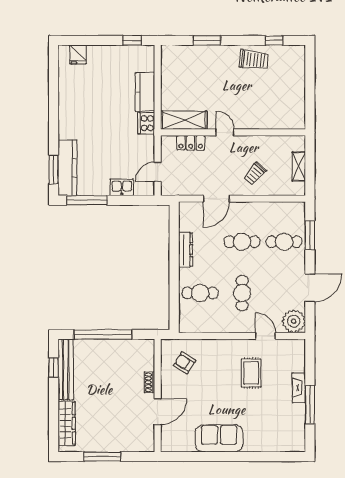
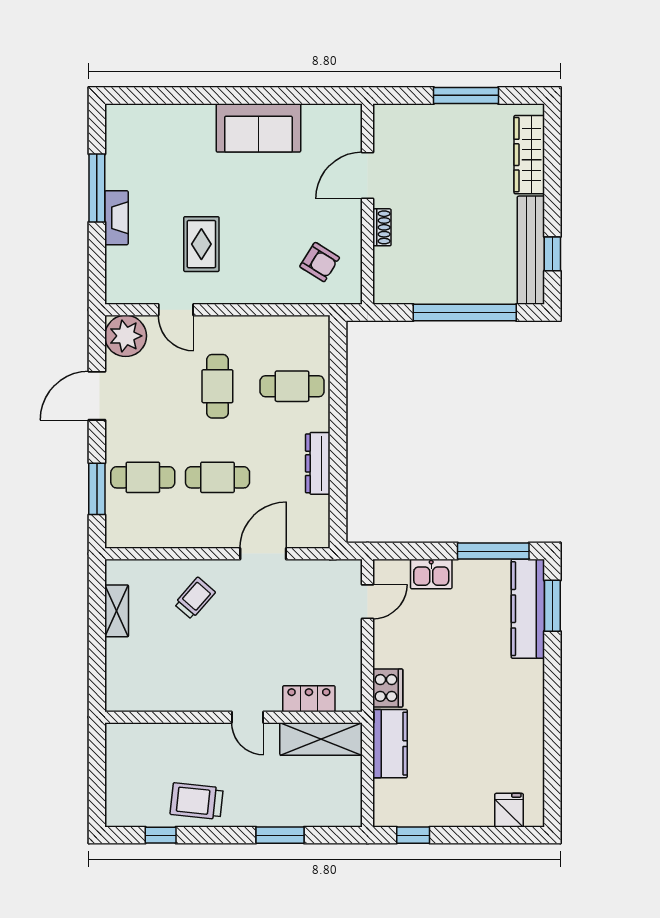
shelving: (184, 120) -> (321, 739), moved
door: (225, 132) -> (248, 717), moved
wall: (233, 132) -> (234, 717), moved
locker: (191, 143) -> (309, 699), moved

